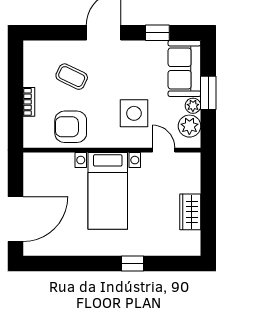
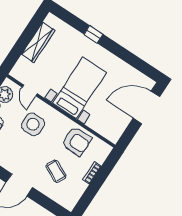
wardrobe: (190, 212) -> (38, 42), width x1.50

